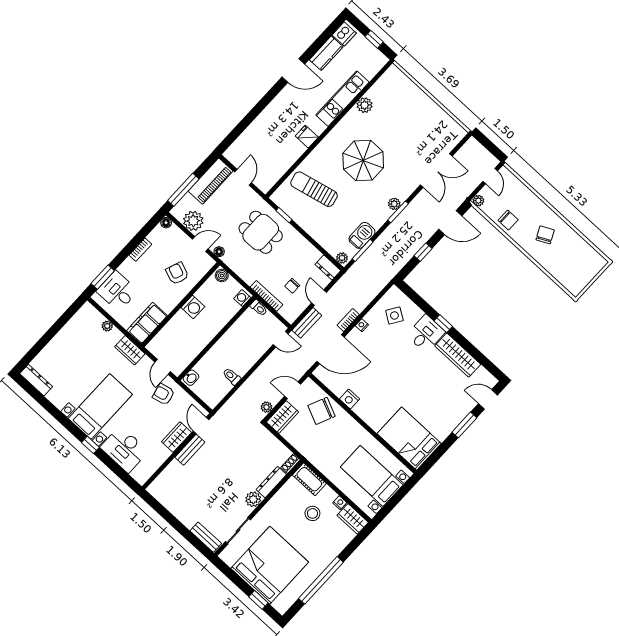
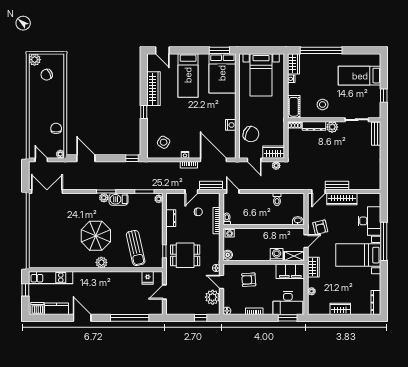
kitchen unit: (342, 99) -> (51, 278), moved
plant: (365, 105) -> (101, 262), moved
window: (249, 118) -> (130, 318), added
fridge: (307, 137) -> (148, 278), moved
double door: (436, 171) -> (47, 192), moved
door: (490, 176) -> (41, 160), hinge flipped
piano: (211, 181) -> (183, 308), removed
window: (183, 190) -> (201, 318), width x0.46
dining table: (261, 232) -> (185, 255), turned 90
barbecue: (362, 235) -> (119, 199), moved
chair: (545, 235) -> (47, 75), moved
window: (423, 252) -> (132, 158), moved
plant: (597, 262) -> (35, 60), added
dresser: (328, 267) -> (171, 218), moved
armchair: (177, 273) -> (249, 280), turned 65
desk: (117, 291) -> (288, 303), width x1.37
washing machine: (193, 307) -> (277, 255), moved
desk: (426, 334) -> (158, 116), removed
wardrobe: (63, 338) -> (340, 309), added
shelving: (159, 341) -> (294, 256), added
bed: (439, 402) -> (188, 75), added
window: (464, 425) -> (219, 50), moved
wardrobe: (177, 437) -> (342, 199), width x1.50
window: (90, 445) -> (384, 241), width x3.17
stool: (312, 513) -> (323, 105), moved
bed: (270, 565) -> (360, 76), width x0.49
window: (321, 580) -> (321, 50), moved
window: (258, 600) -> (384, 96), moved

